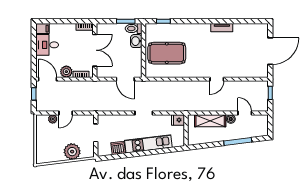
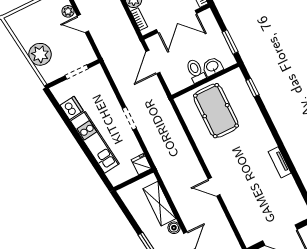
toilet: (134, 29) -> (196, 71), moved
door: (125, 79) -> (153, 62), moved

